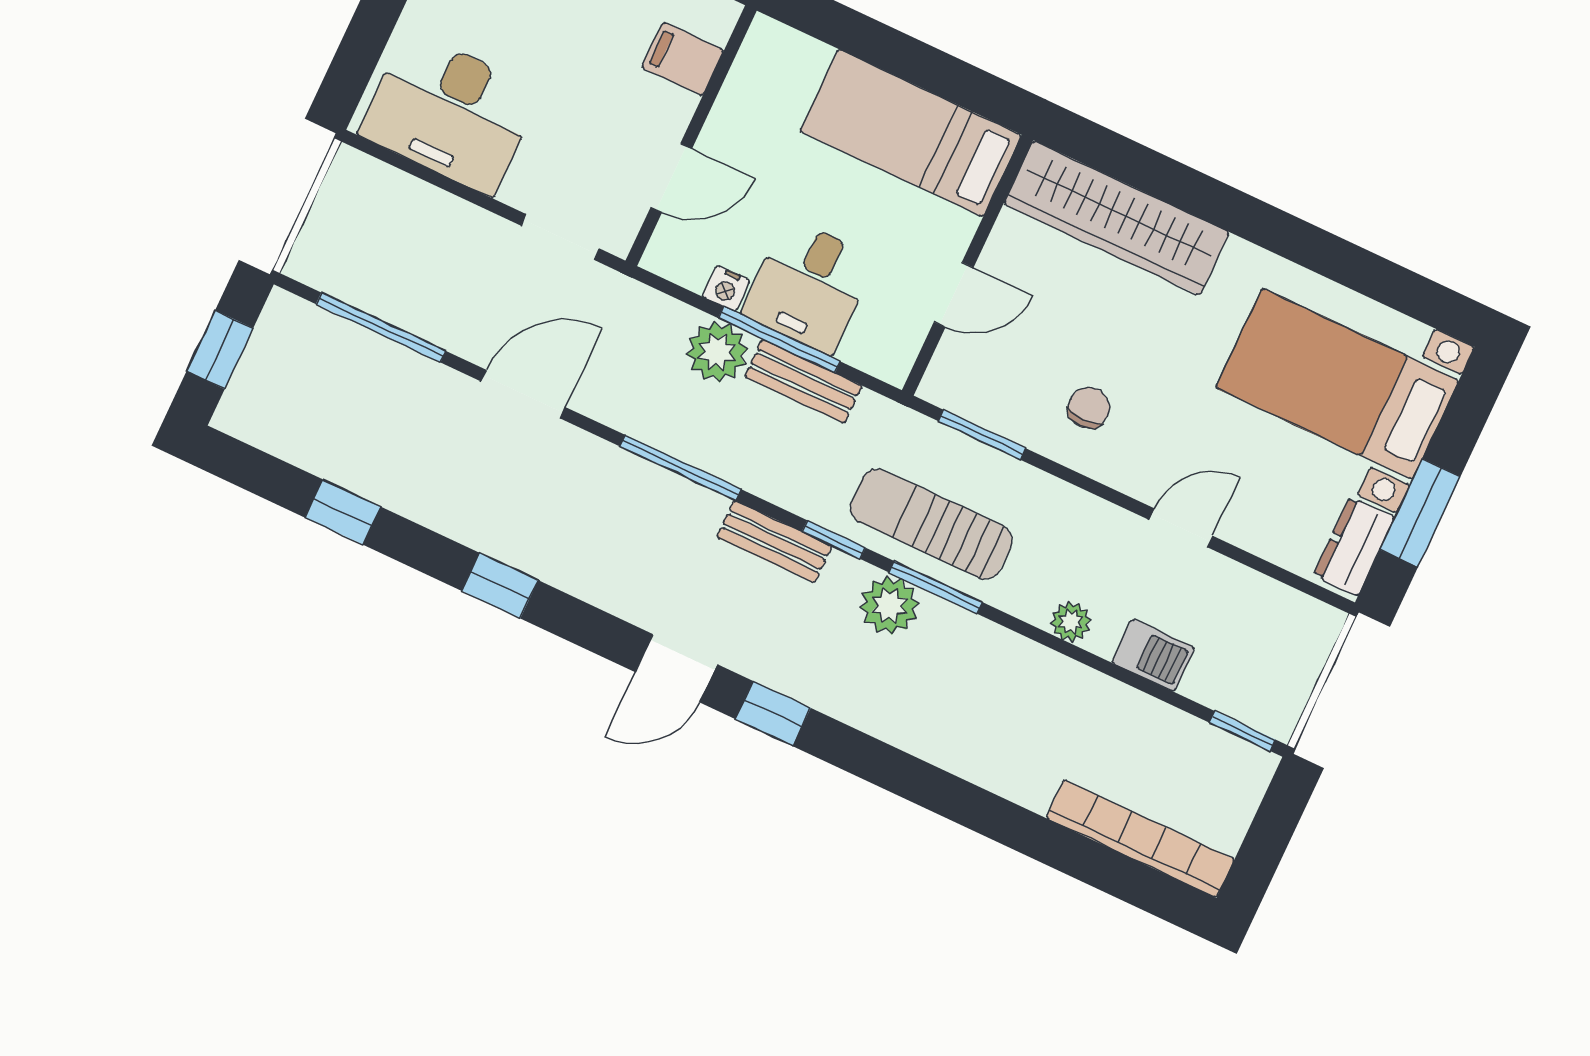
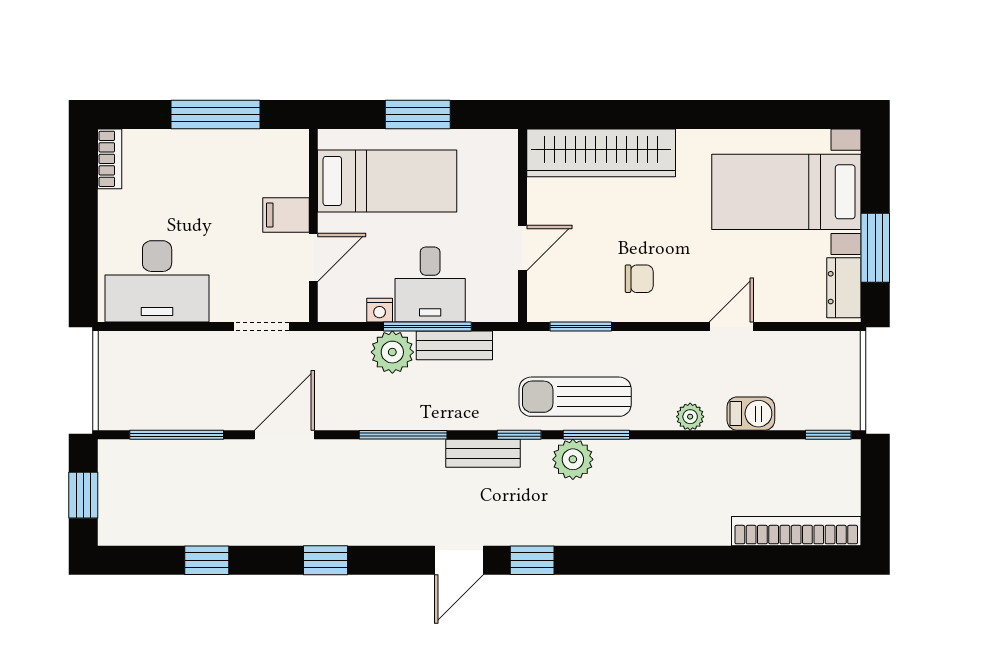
window: (898, 53) -> (418, 114), added
filing cabinet: (683, 59) -> (286, 215), moved
bed: (911, 133) -> (387, 181), moved, turned 180
chair: (1089, 408) -> (639, 279), turned 90

